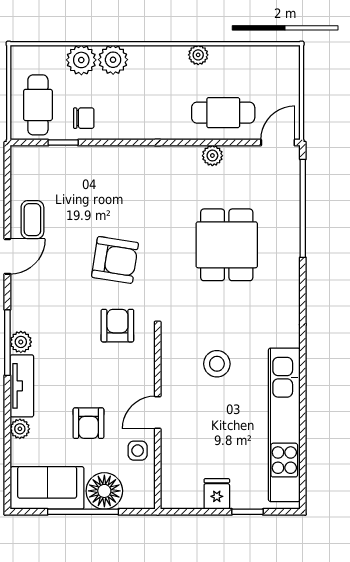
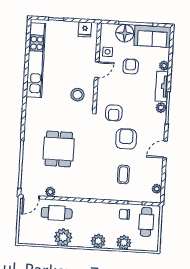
plant: (198, 55) -> (63, 237), width x1.87, depth x1.87
plant: (113, 60) -> (98, 241), moved
plant: (212, 156) -> (50, 192), moved
plant: (20, 174) -> (157, 189), added
coffee table: (32, 220) -> (123, 174), moved
armchair: (115, 260) -> (126, 139), moved, turned 81
stool: (217, 364) -> (77, 95), moved
fridge: (217, 494) -> (85, 29), moved

